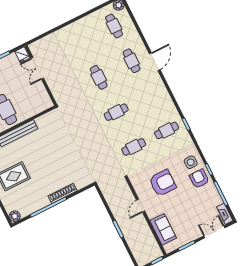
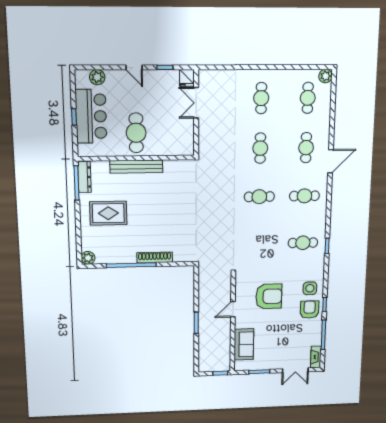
cafe table: (81, 43) -> (261, 98), added
cafe table: (134, 147) -> (304, 196), moved
double door: (214, 232) -> (295, 370), swing flipped

